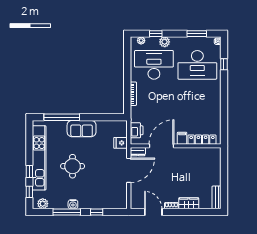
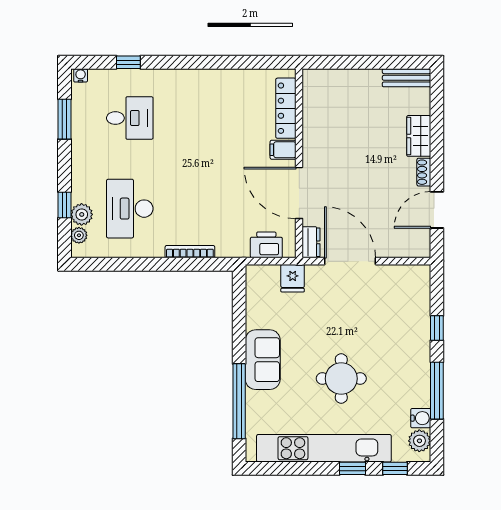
plant: (165, 42) -> (82, 214), moved
desk: (154, 65) -> (130, 209), width x0.73, depth x0.77
desk: (197, 65) -> (130, 118), width x0.53, depth x0.77
water cooler: (73, 204) -> (421, 418), moved

